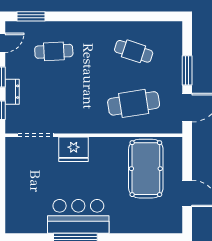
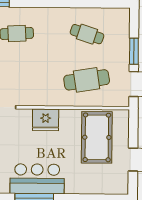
fridge: (74, 149) -> (46, 120), moved

